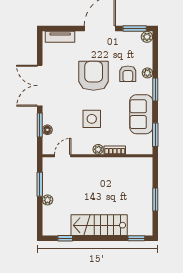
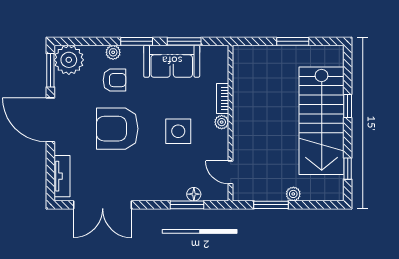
plant: (147, 37) -> (69, 60), width x1.88, depth x1.88
double door: (40, 86) -> (103, 205), moved
window: (155, 135) -> (184, 41), moved
stairs: (99, 225) -> (322, 121), width x1.36, depth x1.51
window: (136, 238) -> (348, 106), moved

